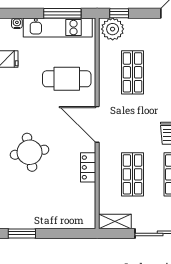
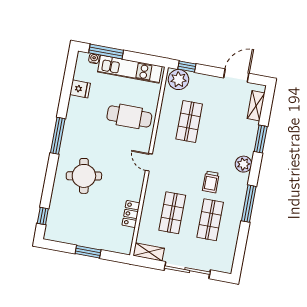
window: (62, 13) -> (106, 51), moved
door: (97, 124) -> (149, 162), width x0.53
locker: (88, 167) -> (131, 214), moved
window: (22, 233) -> (88, 252), moved

